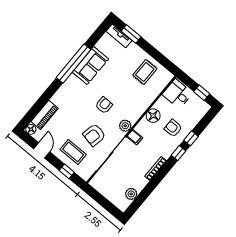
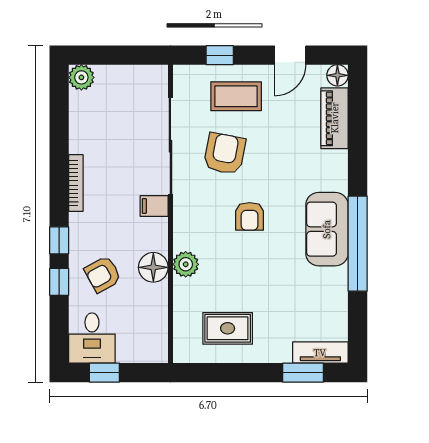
sofa: (90, 66) -> (327, 229), moved
rug: (145, 72) -> (228, 328), turned 90
desk: (177, 94) -> (92, 338), moved, turned 90
plant: (125, 126) -> (186, 264), moved
armchair: (173, 128) -> (103, 274), turned 151
door: (42, 150) -> (290, 55), hinge flipped
plant: (131, 194) -> (81, 77), moved

